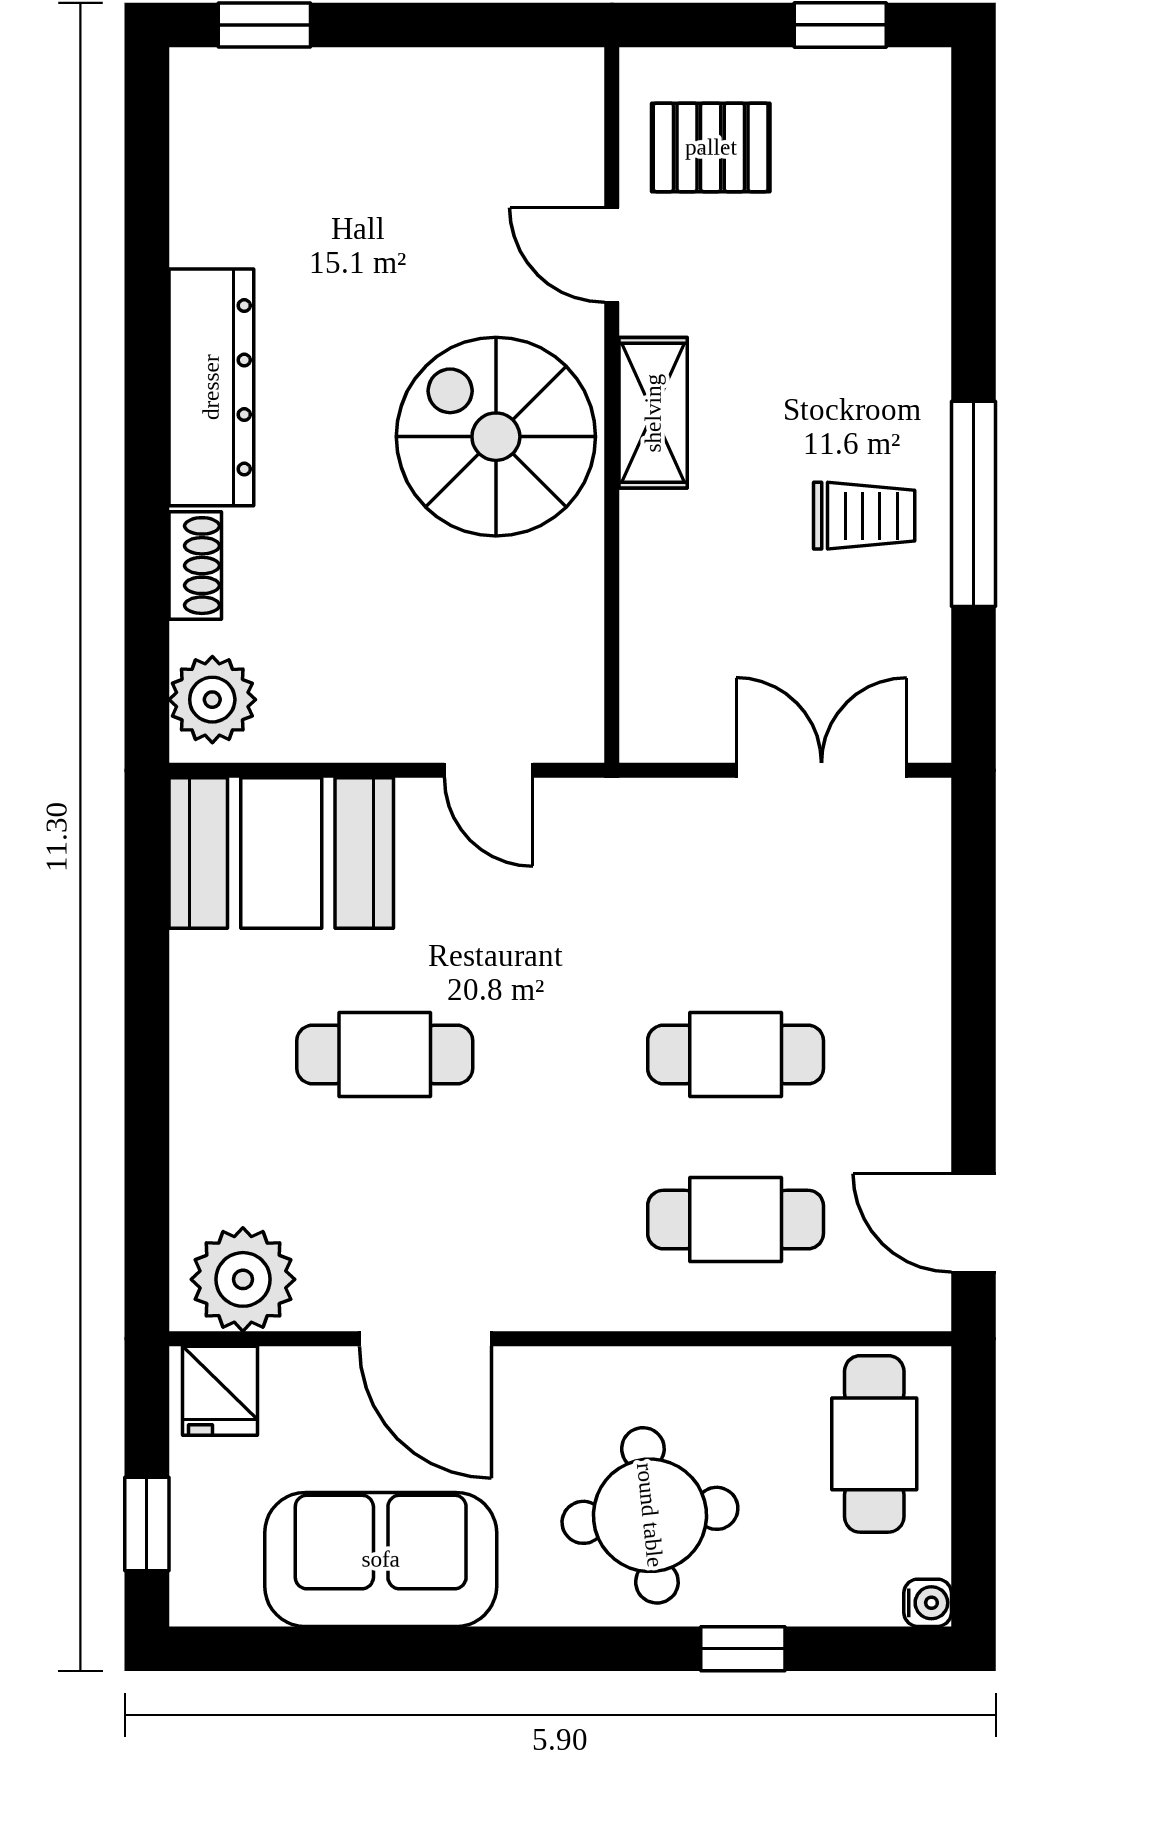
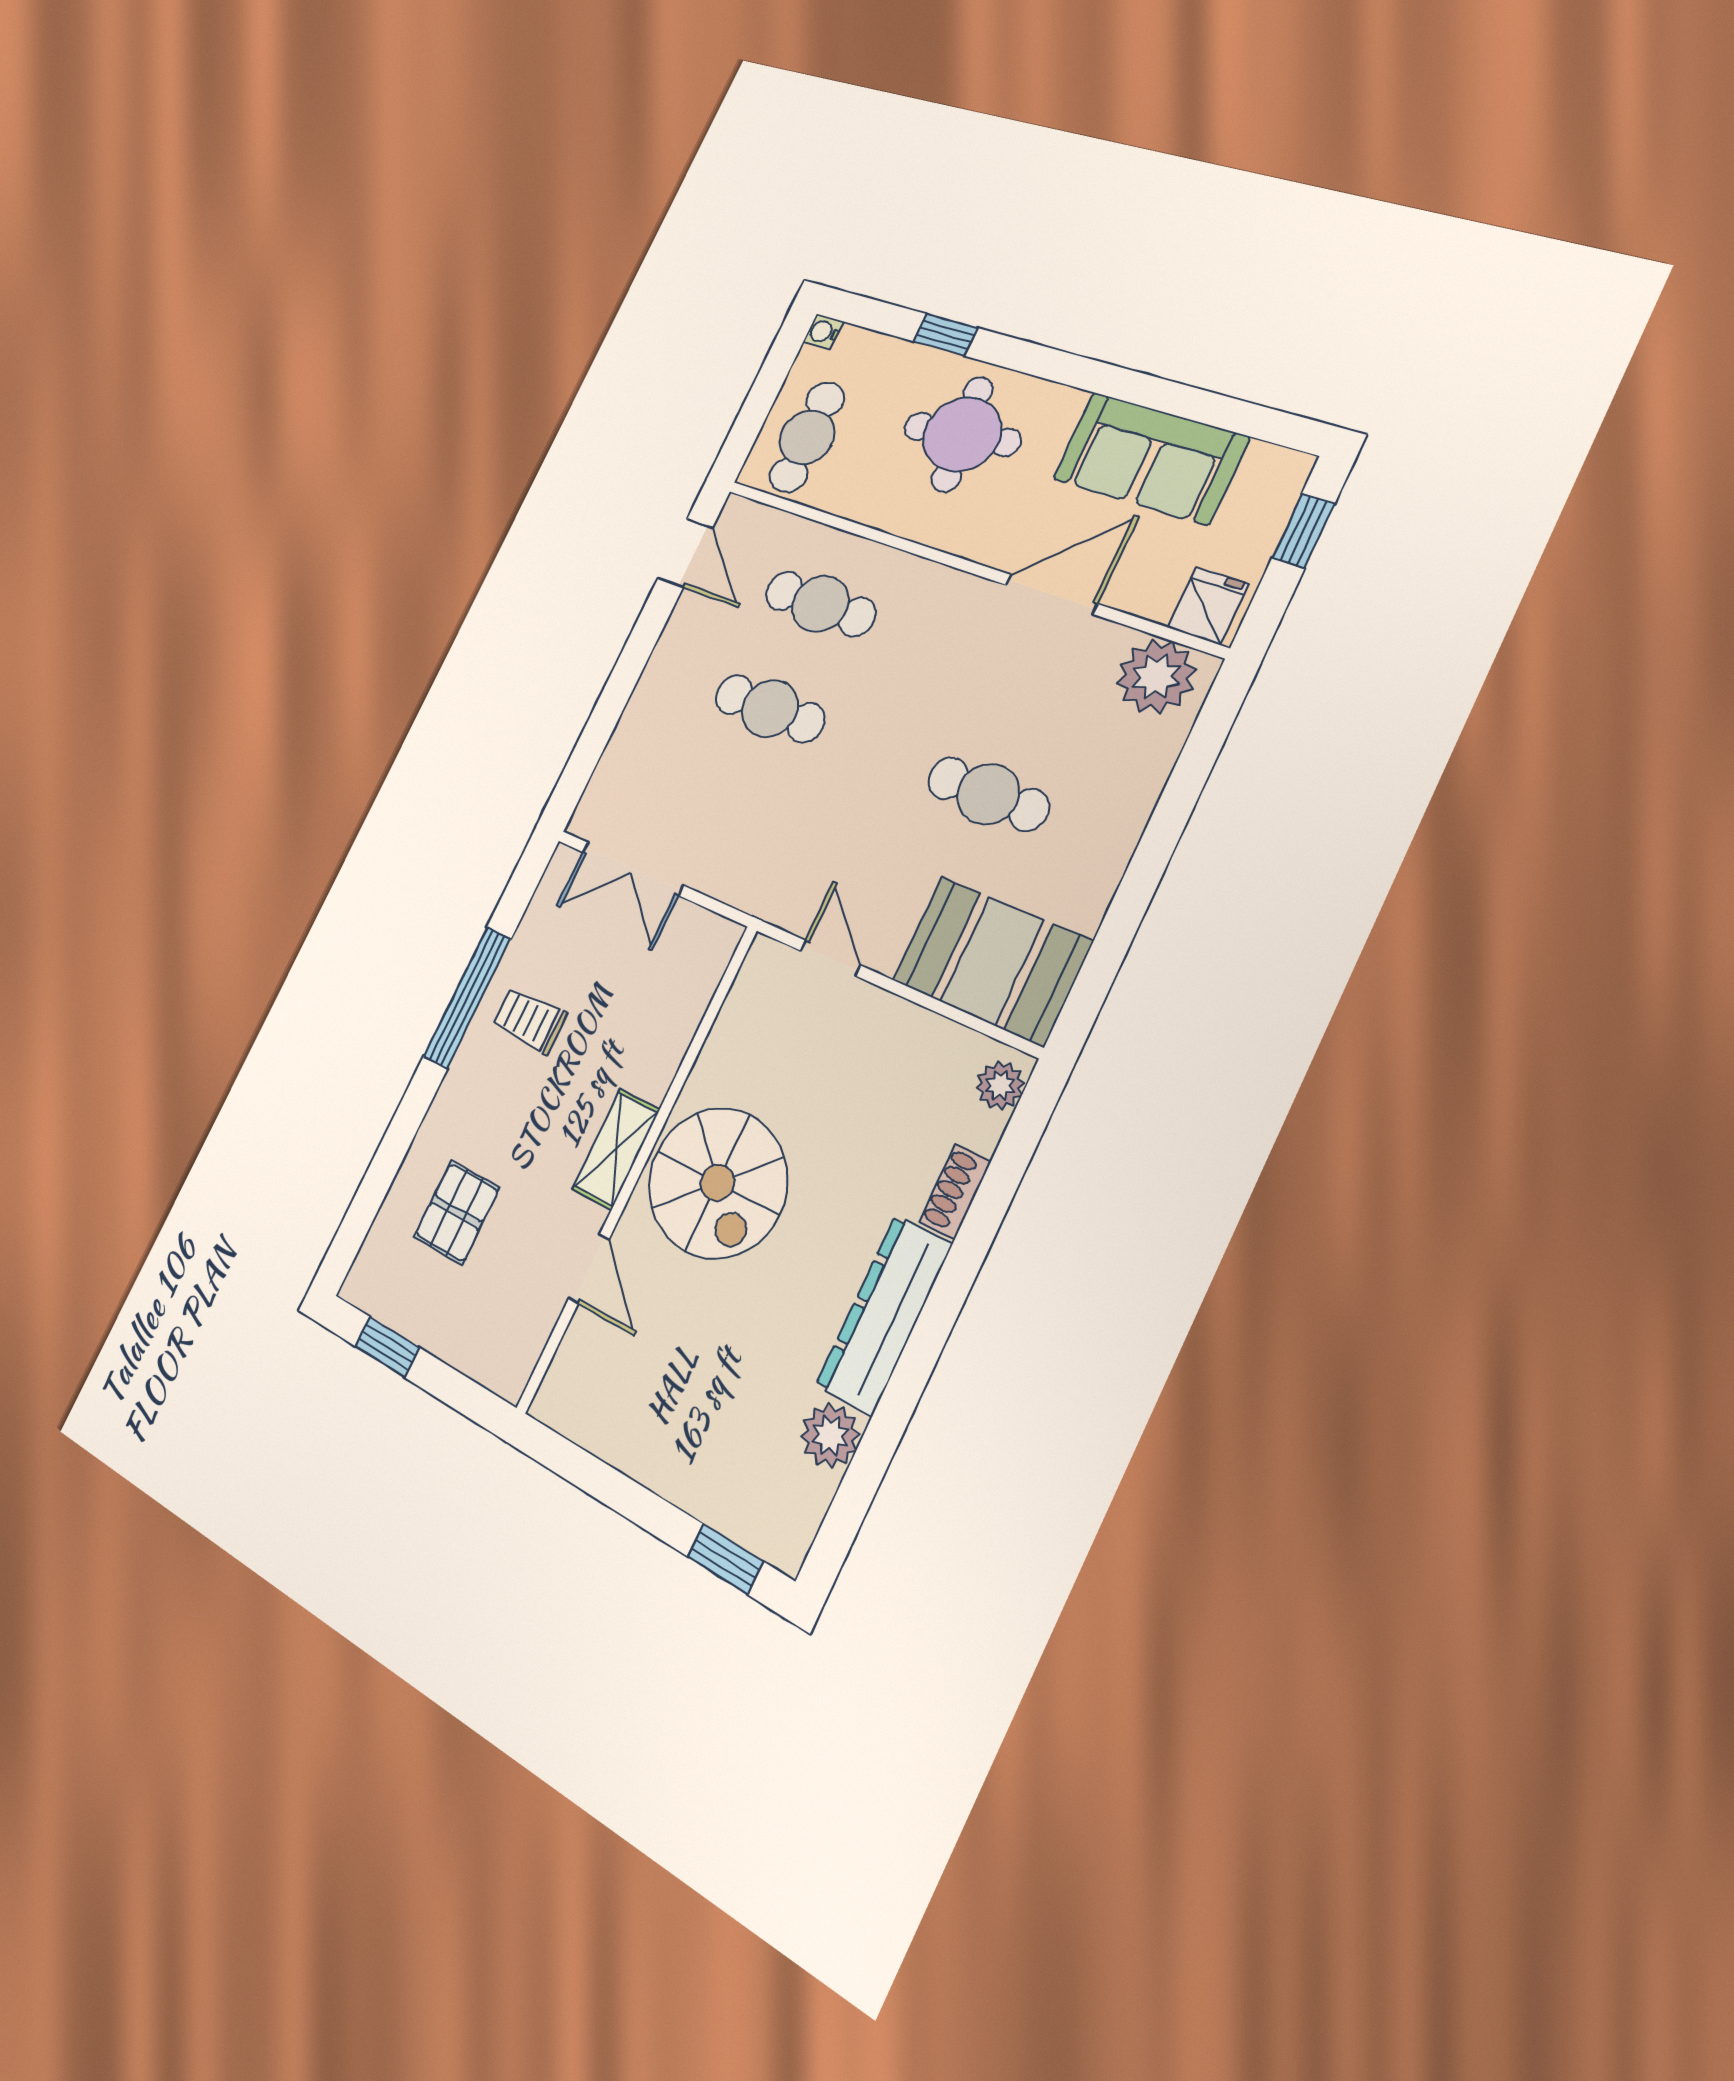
pallet: (711, 147) -> (457, 1212), moved, turned 90
plant: (208, 224) -> (830, 1435), added
plant: (212, 700) -> (1000, 1085), width x0.73, depth x0.73
door: (425, 1339) -> (1051, 594), hinge flipped

